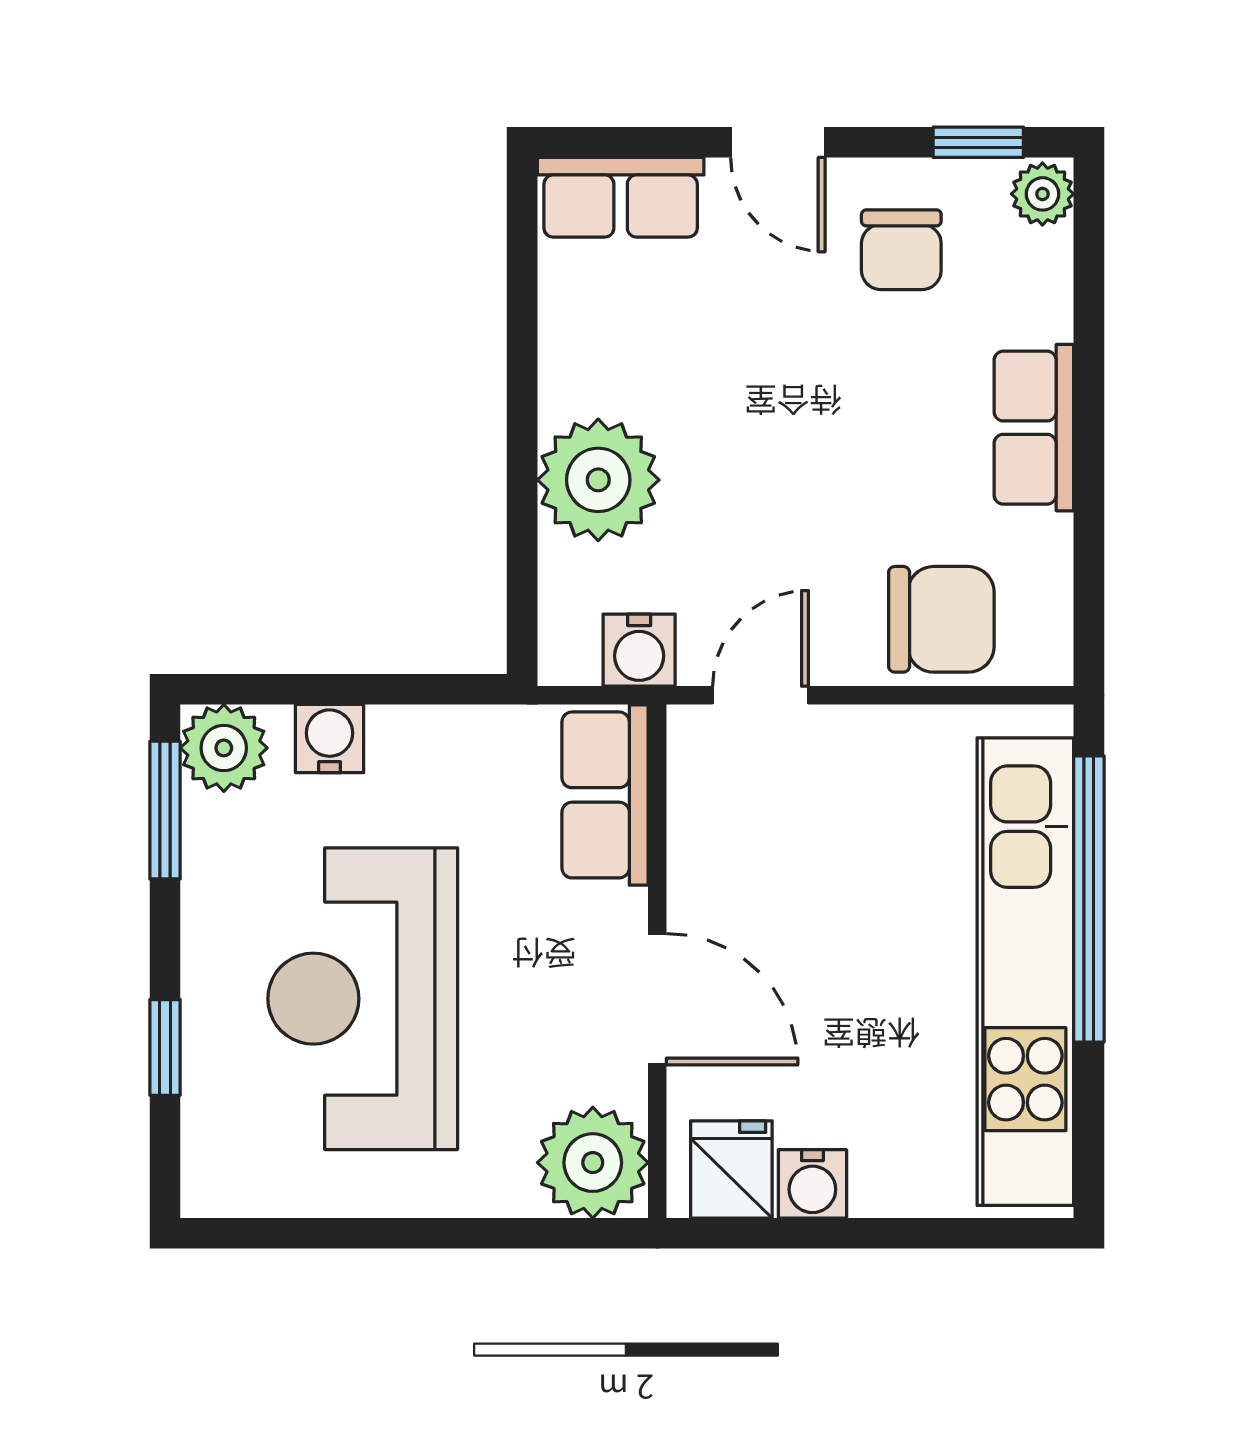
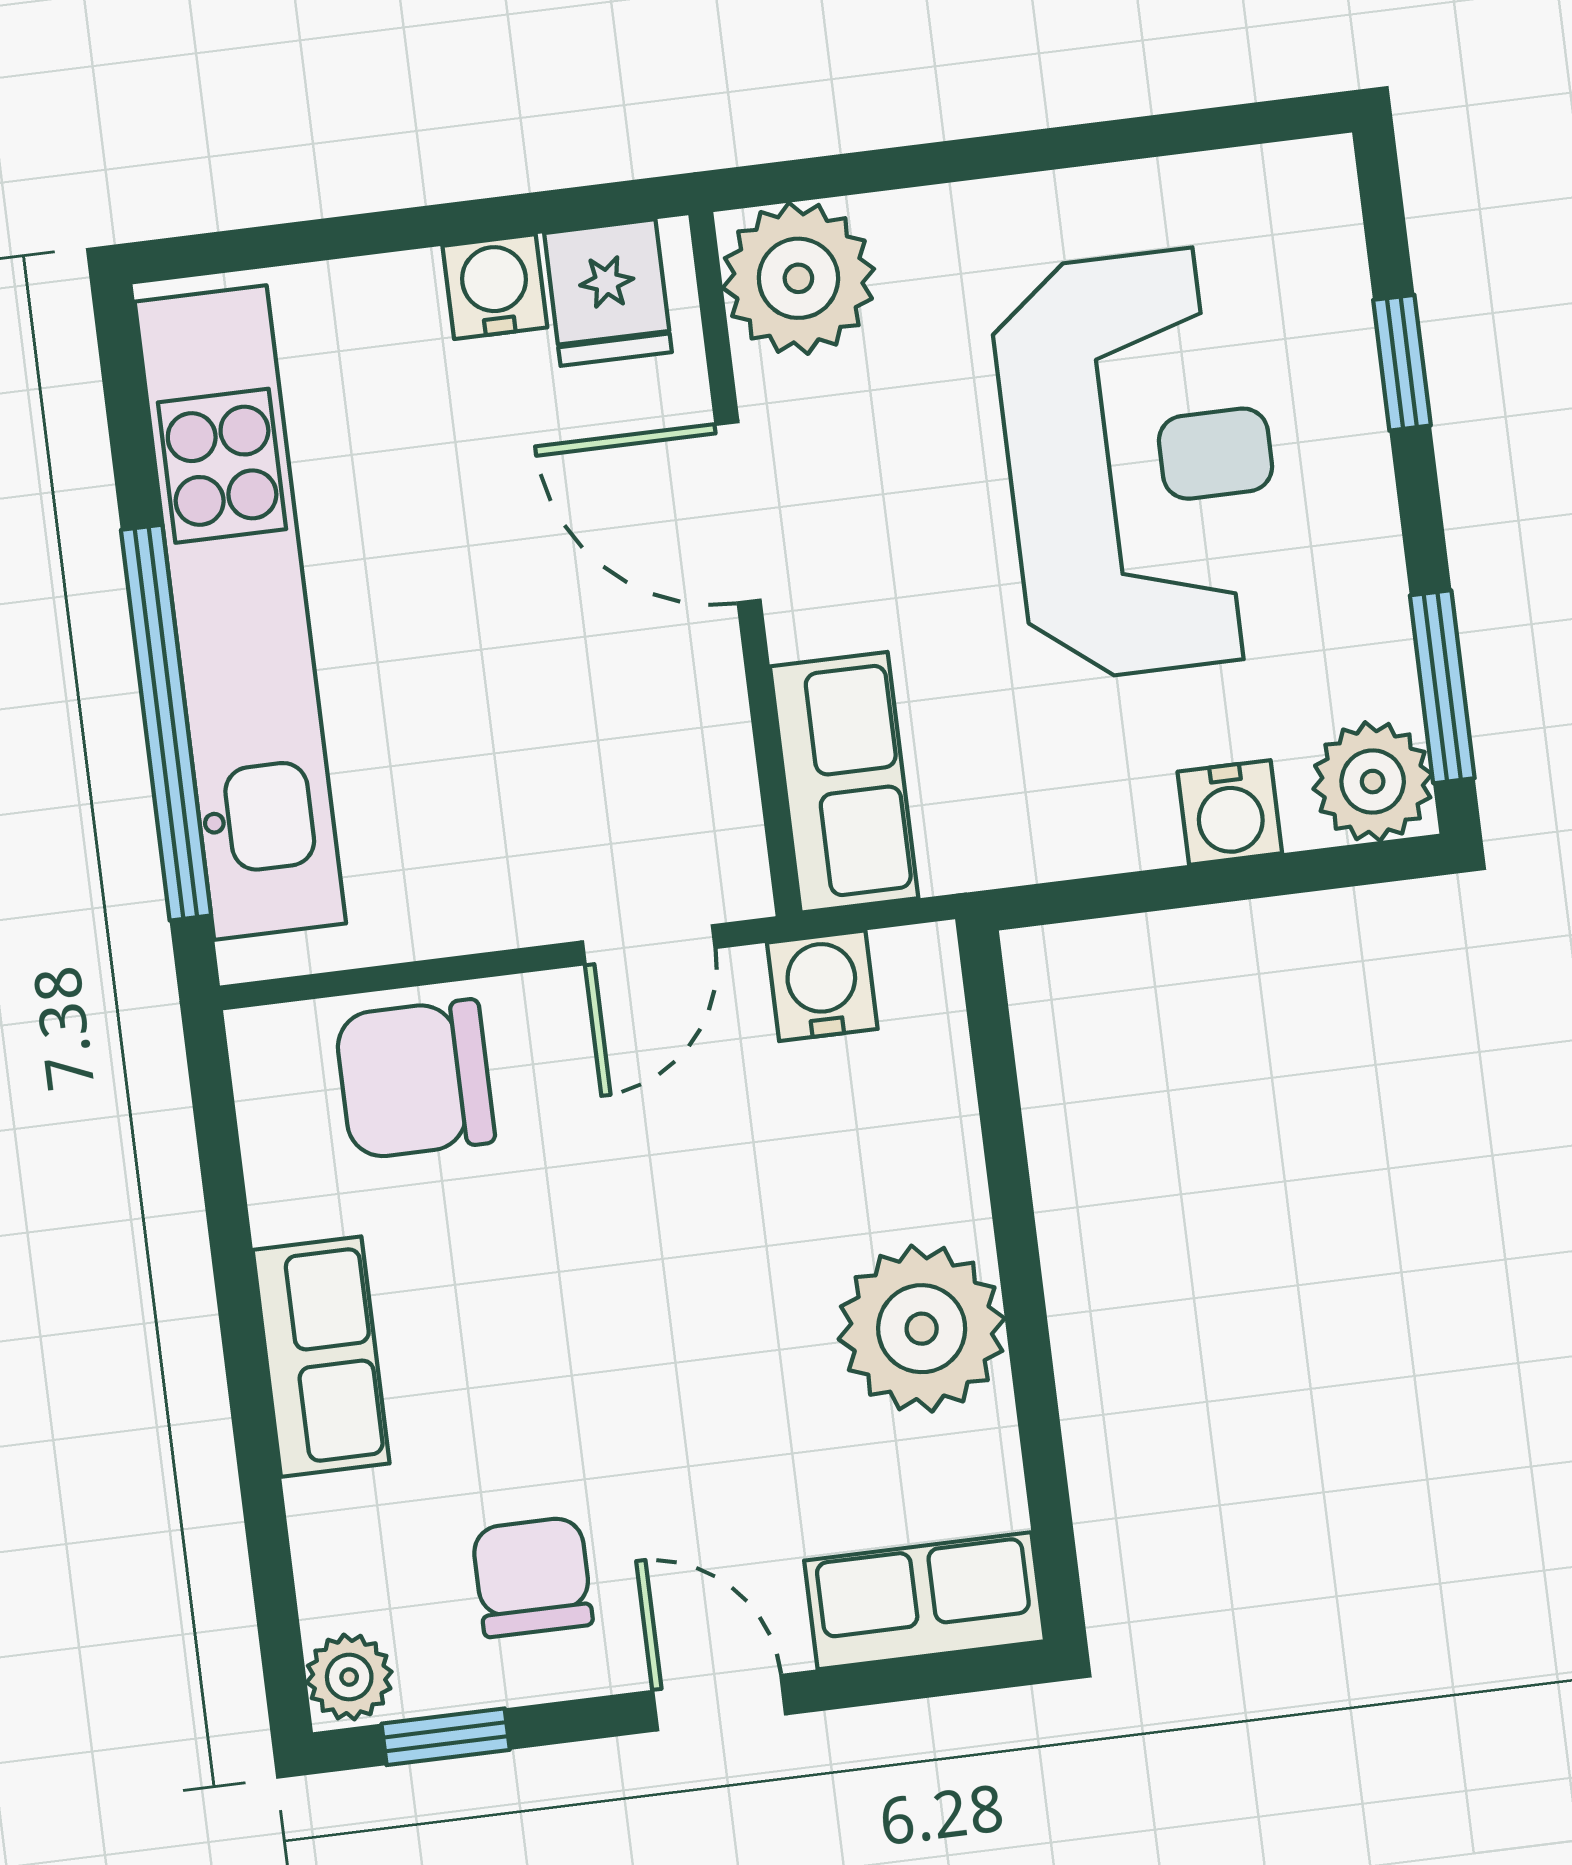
plant: (598, 480) -> (922, 1329), moved

